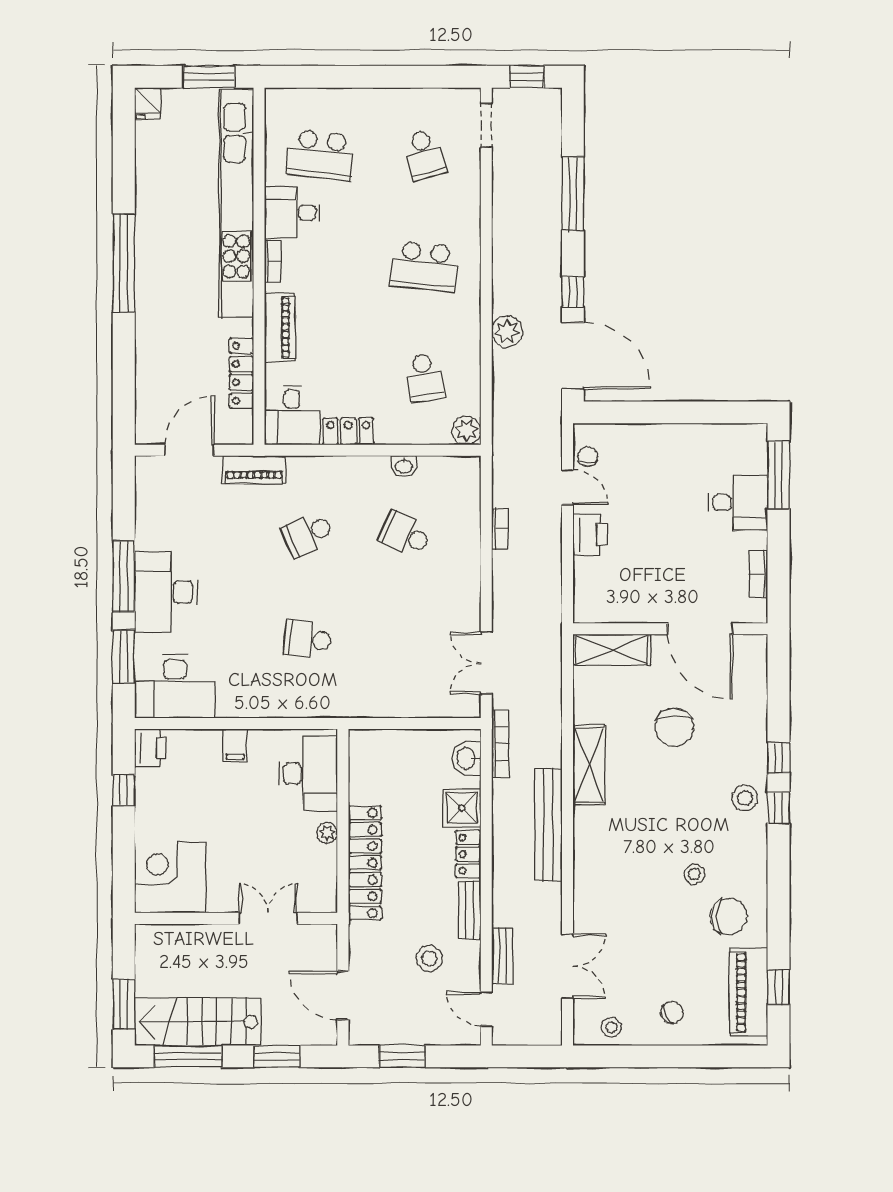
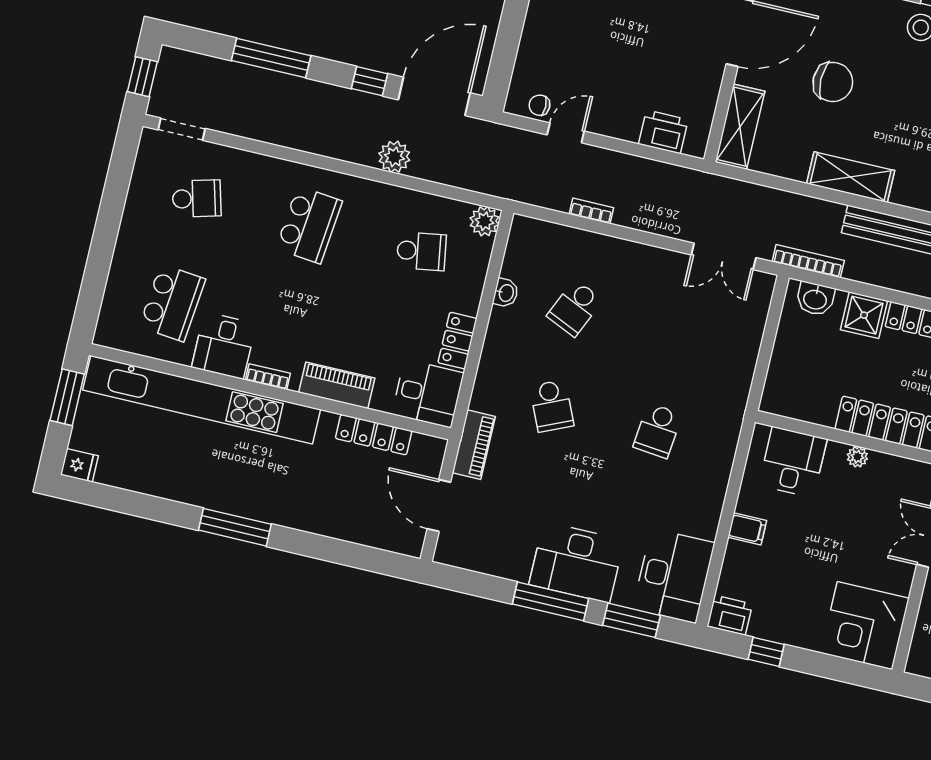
window: (124, 263) -> (235, 527), width x0.68
printer: (590, 535) -> (663, 132), moved
desk: (308, 774) -> (793, 462), width x0.73

